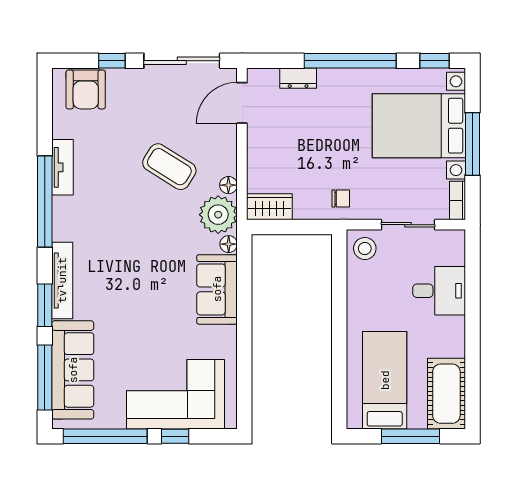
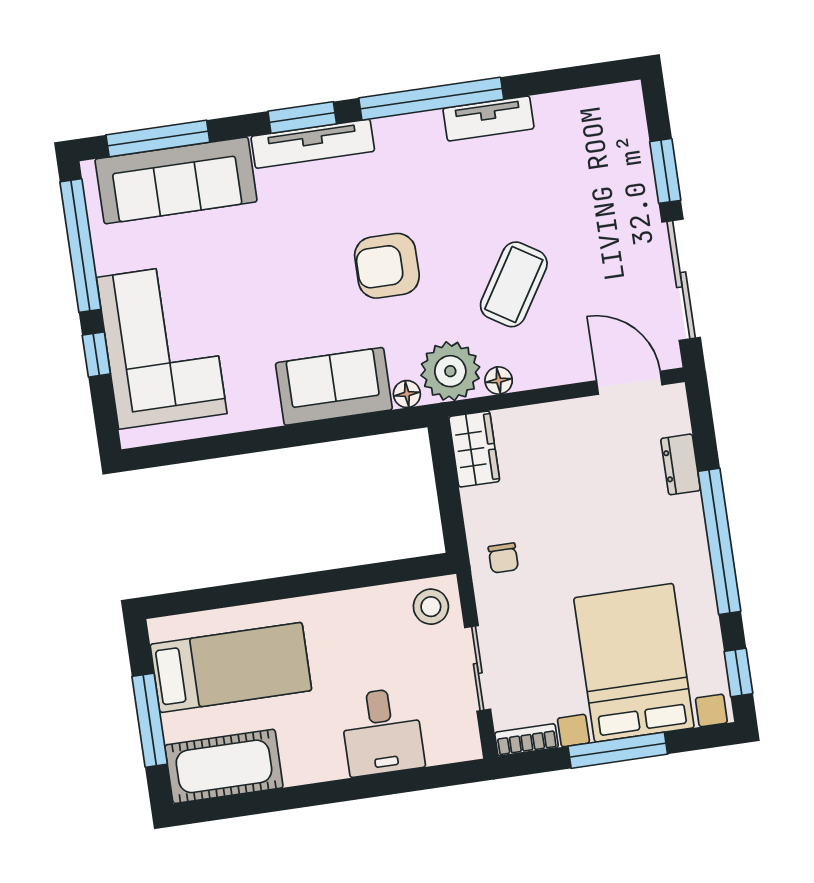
window: (112, 61) -> (665, 171), width x1.50
armchair: (86, 90) -> (387, 266), moved
window: (45, 305) -> (302, 117), moved

